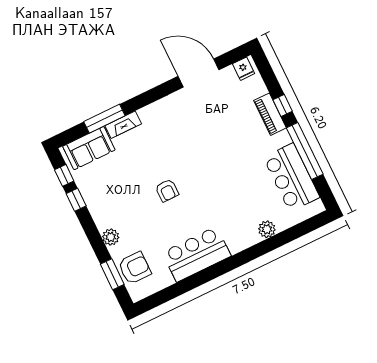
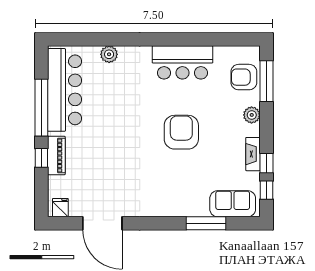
fireplace: (123, 125) -> (253, 154), moved, turned -90
bar counter: (292, 177) -> (65, 90), width x1.36
armchair: (167, 190) -> (181, 132), width x1.88, depth x1.88
window: (112, 274) -> (266, 81), width x1.44

